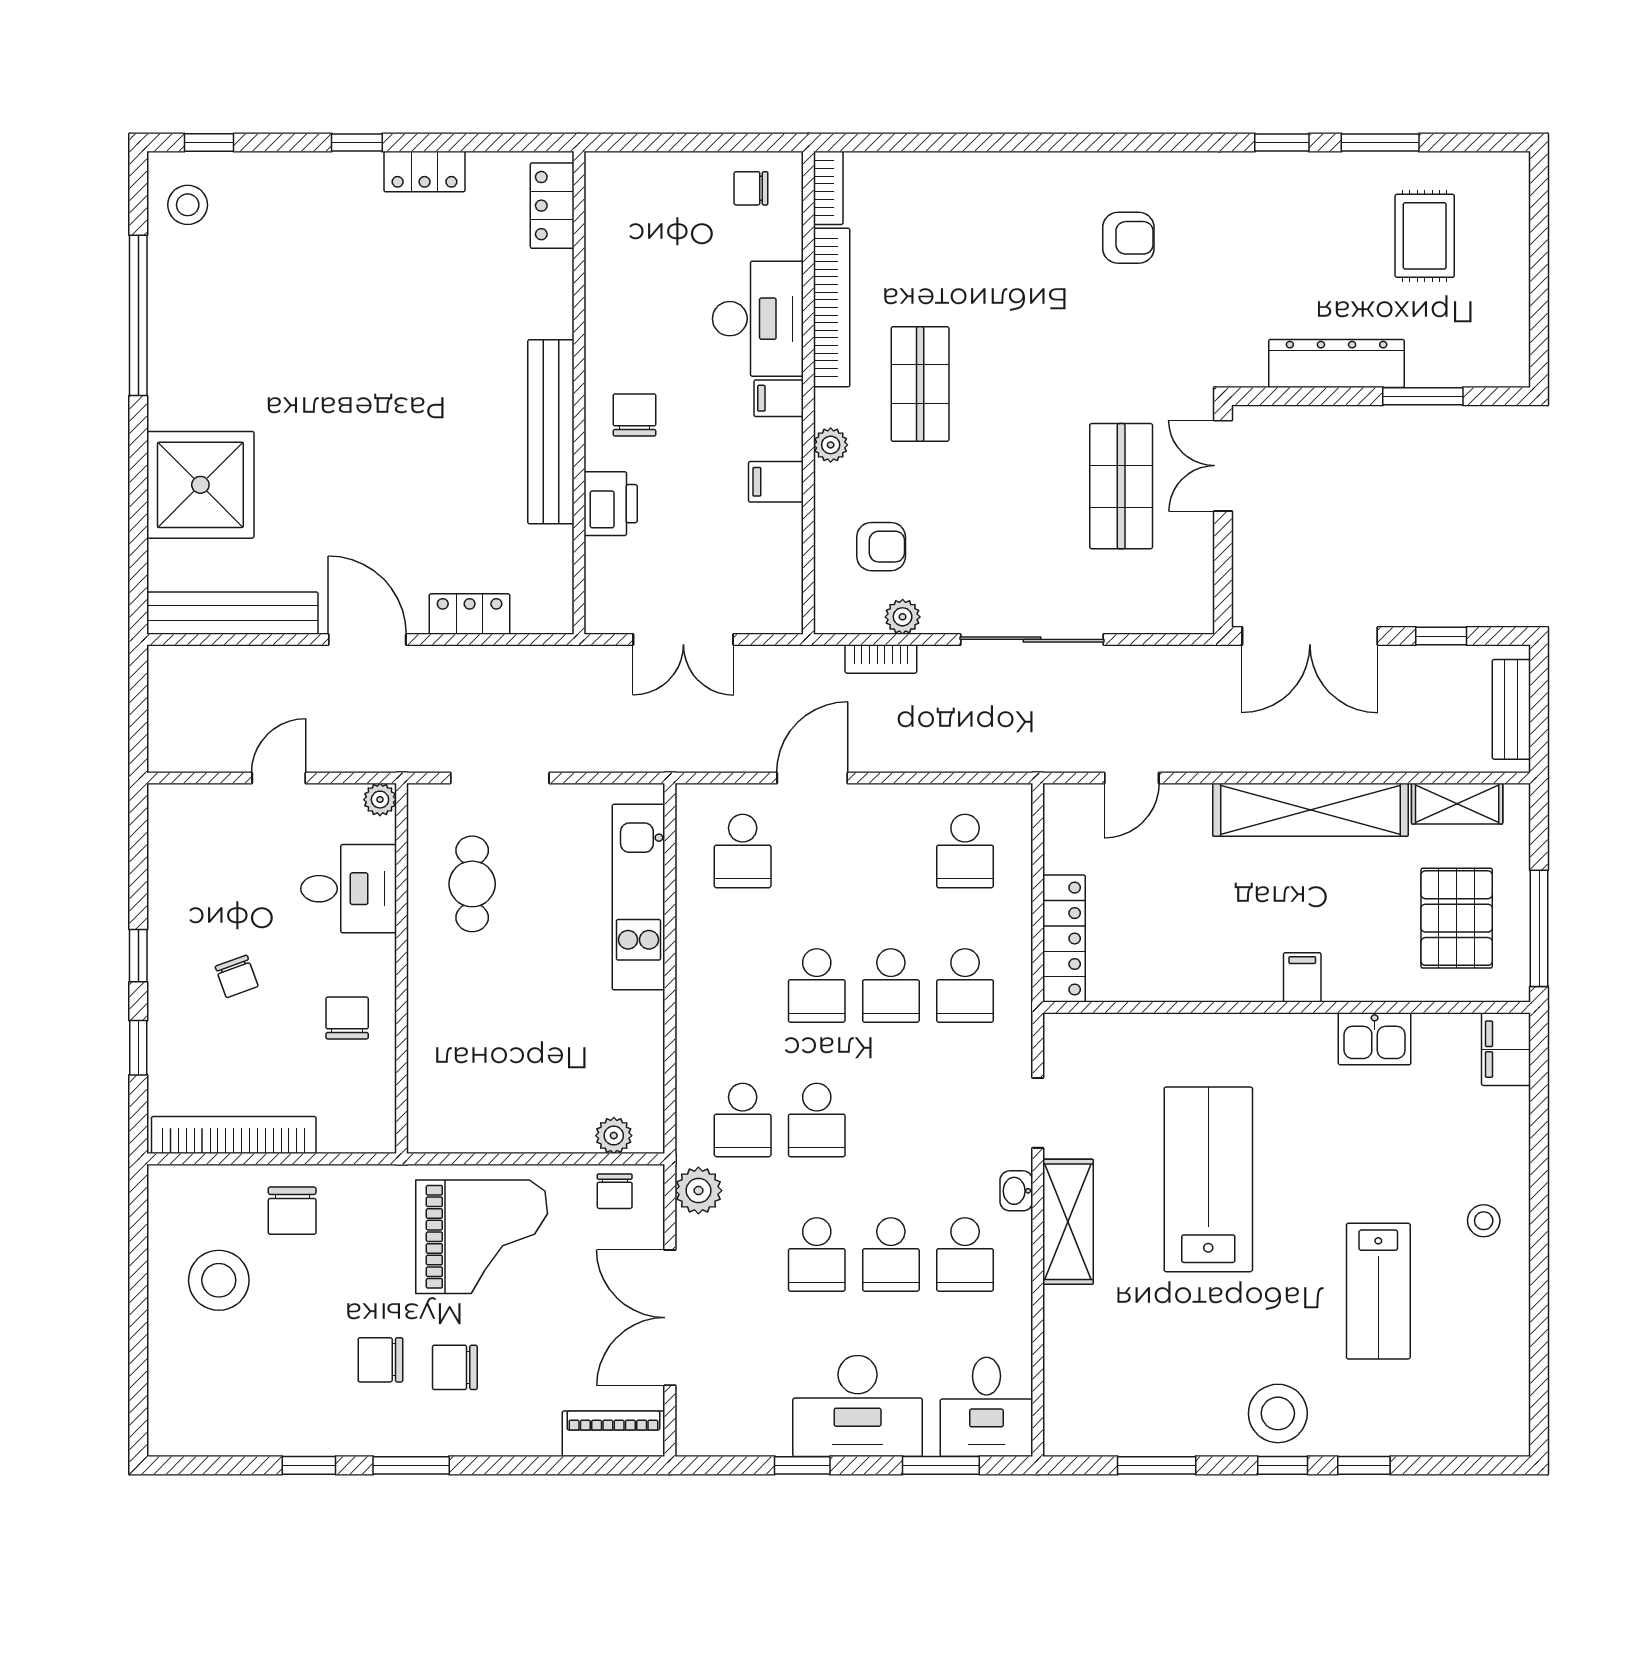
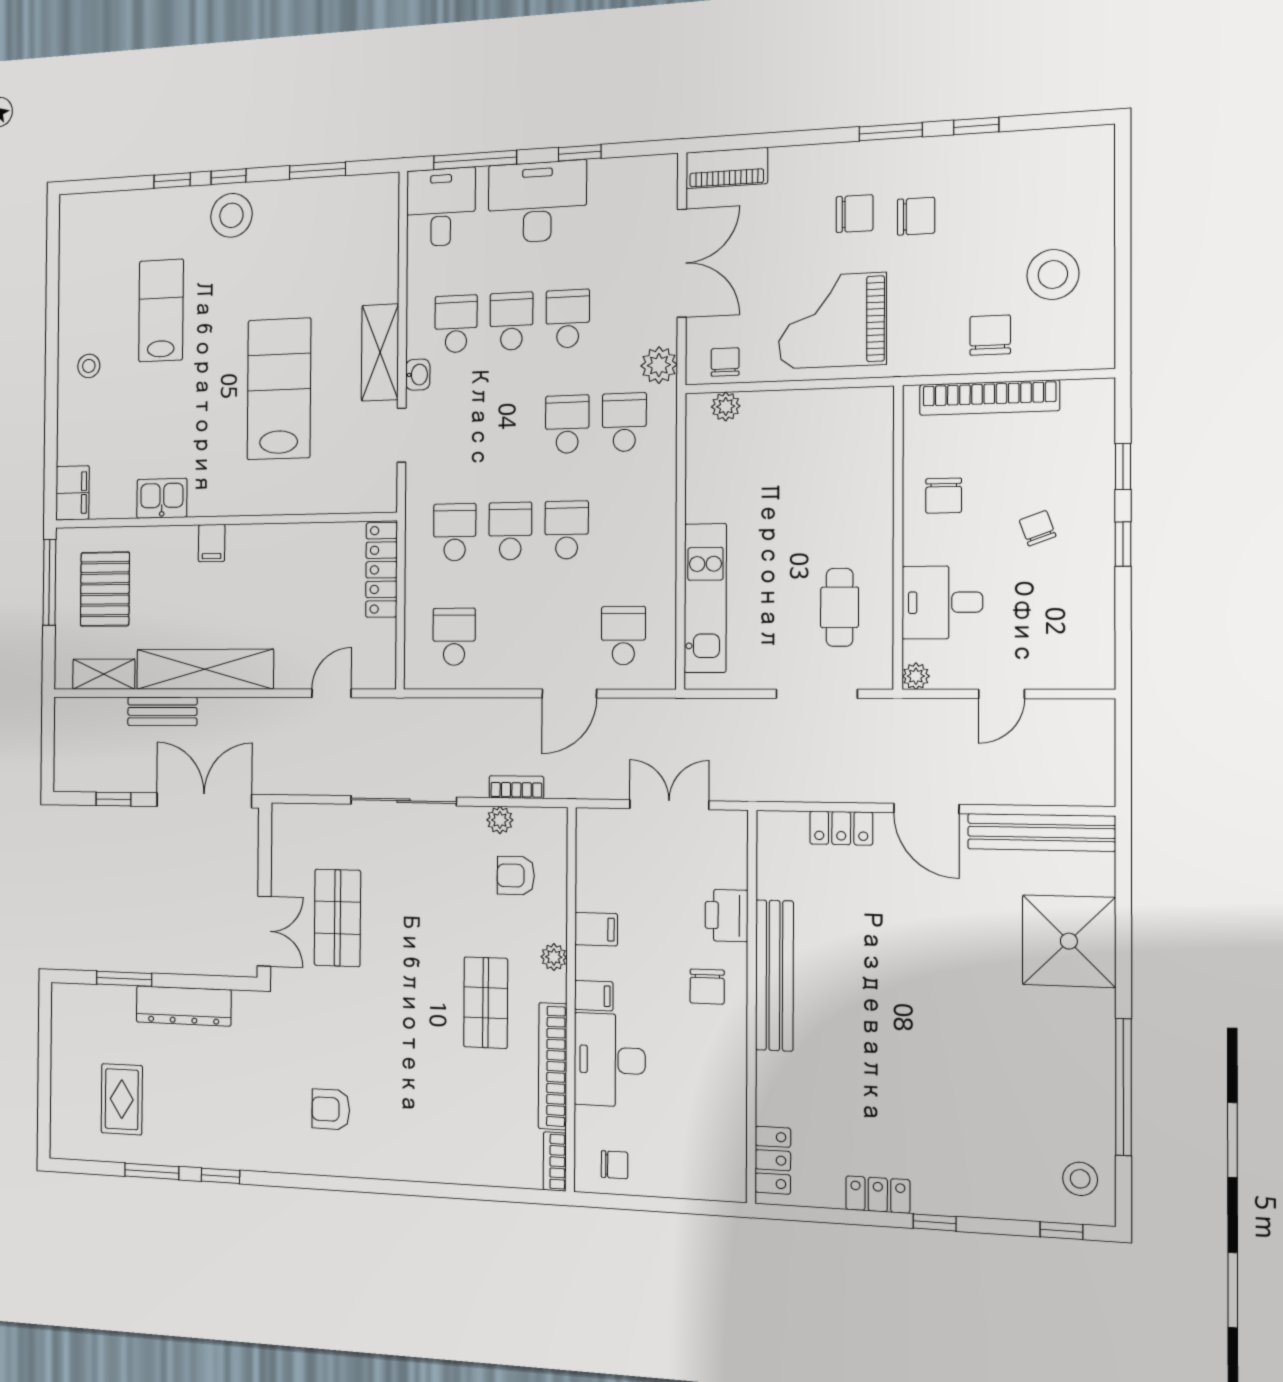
bench: (1511, 709) -> (162, 711), moved, turned 90
bookcase: (234, 1135) -> (989, 398), moved
lab bench: (1208, 1179) -> (279, 389), turned 180
window: (941, 1465) -> (475, 160), width x1.44

